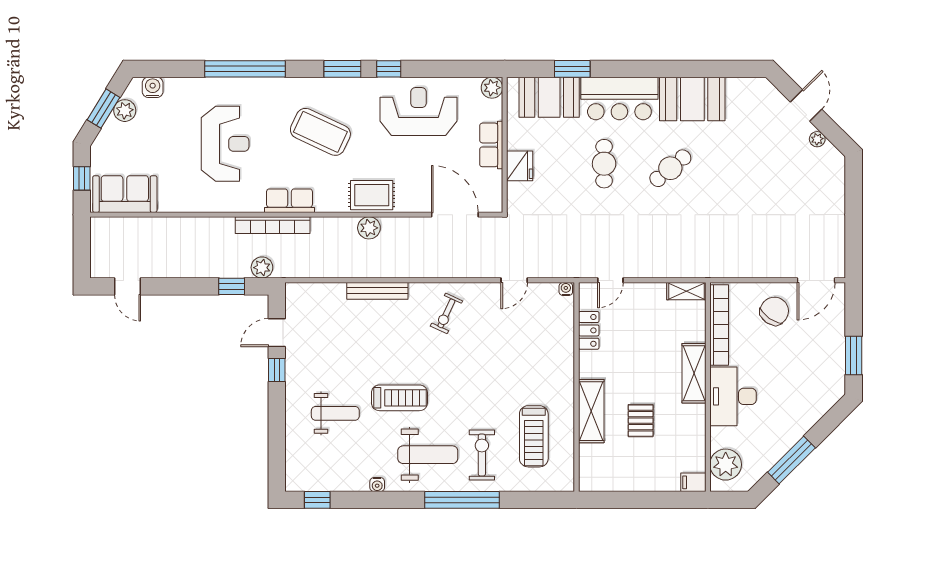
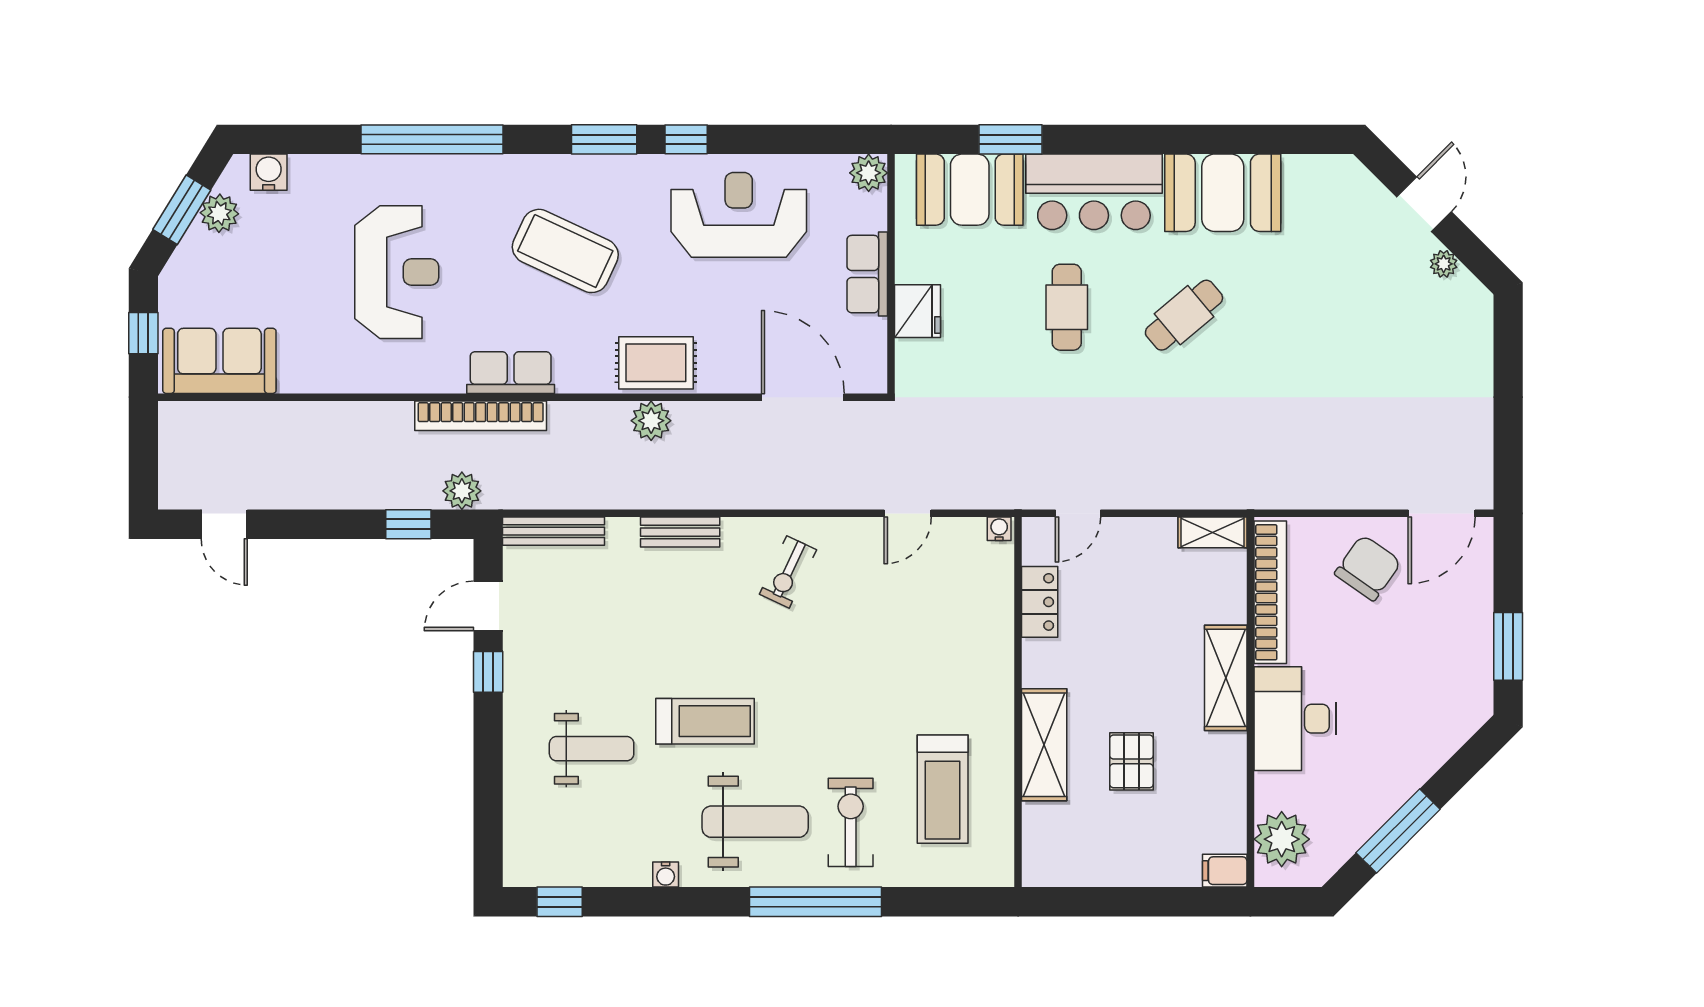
bench: (314, 290) -> (554, 531), added
bench: (377, 291) -> (680, 532), width x0.73

